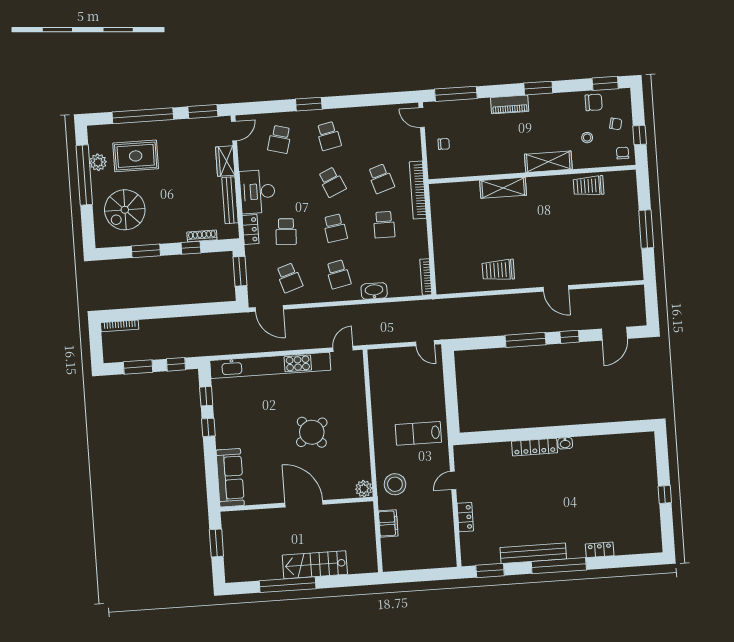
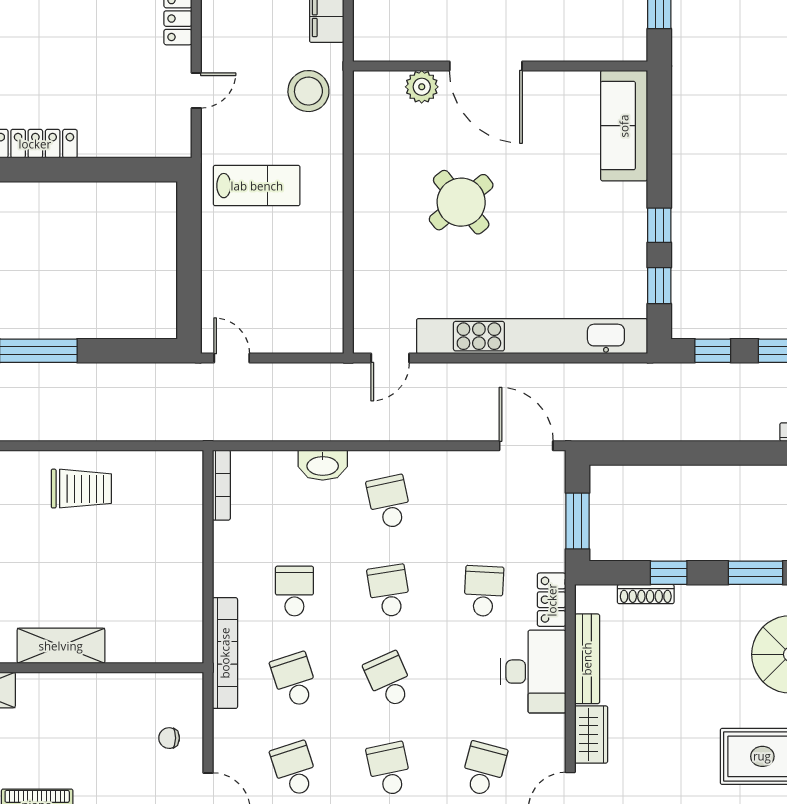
school desk: (289, 278) -> (294, 769), moved
plant: (364, 489) -> (422, 87), moved

